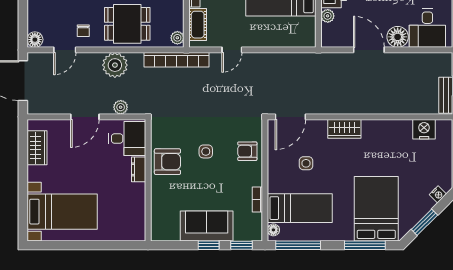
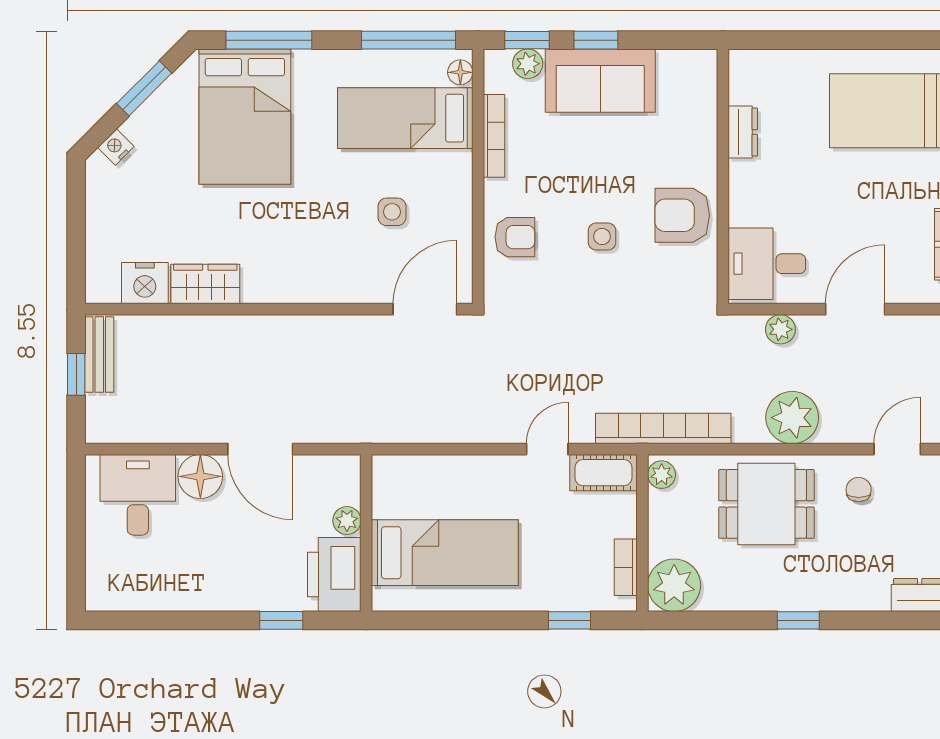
cot: (198, 25) -> (603, 473), moved, turned 90
wardrobe: (344, 129) -> (205, 284), moved
dresser: (139, 169) -> (743, 132), moved
bookcase: (257, 200) -> (494, 136), width x1.56
plant: (241, 234) -> (528, 64), added

